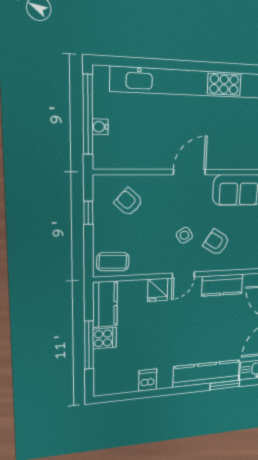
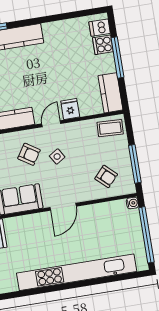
water cooler: (100, 127) -> (132, 203), moved
window: (88, 213) -> (135, 164), width x2.17
cooker: (105, 338) -> (103, 45), moved
dishwasher: (148, 380) -> (100, 28), moved, turned 90

